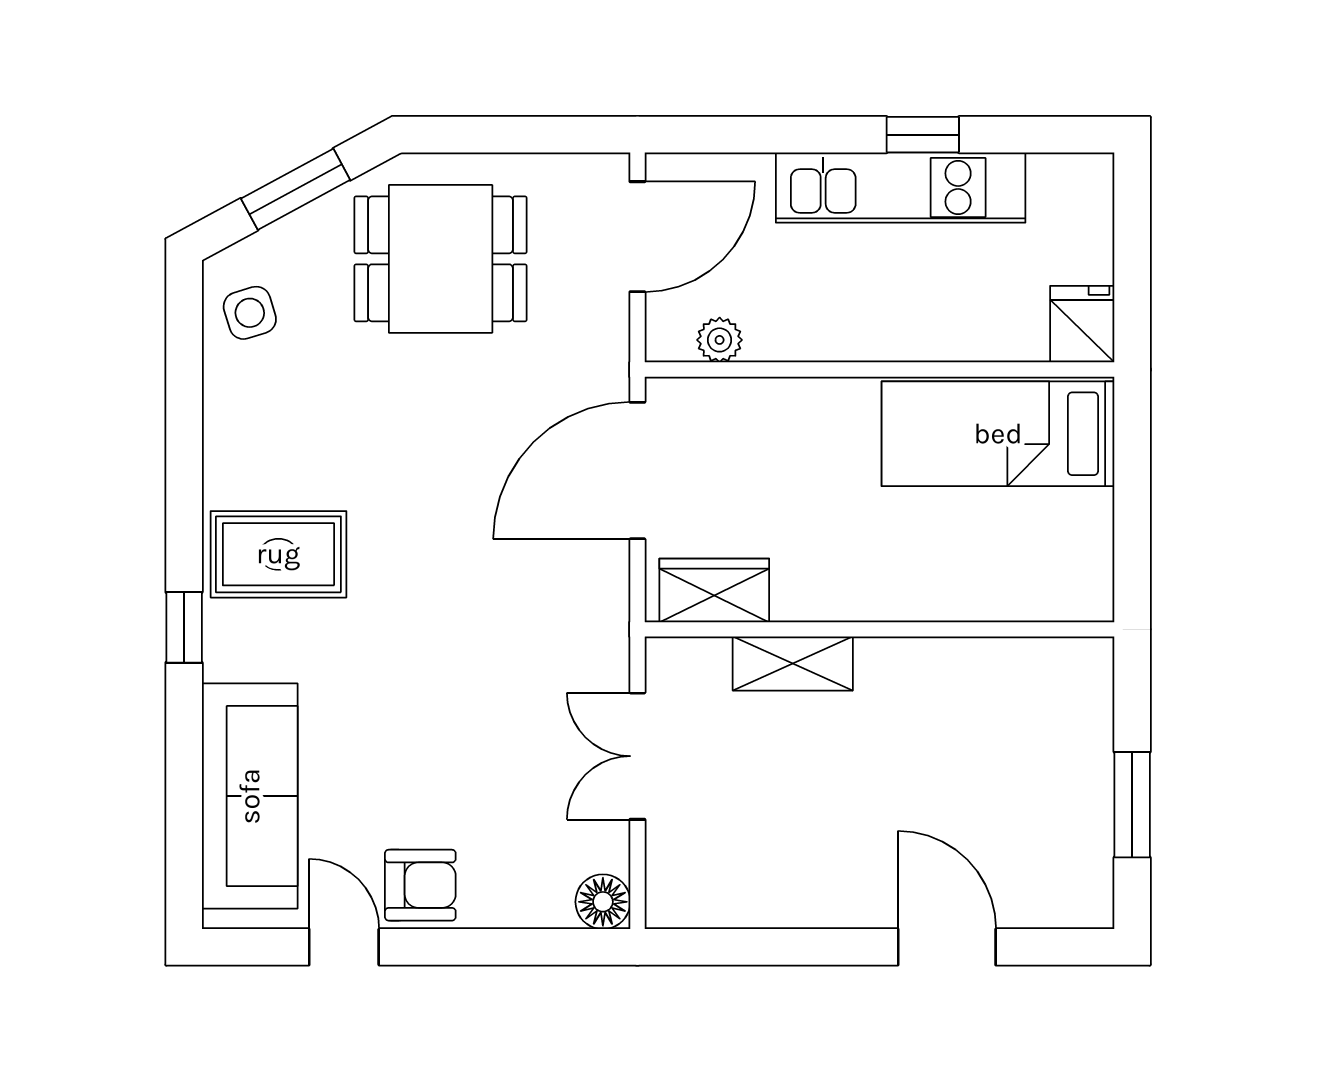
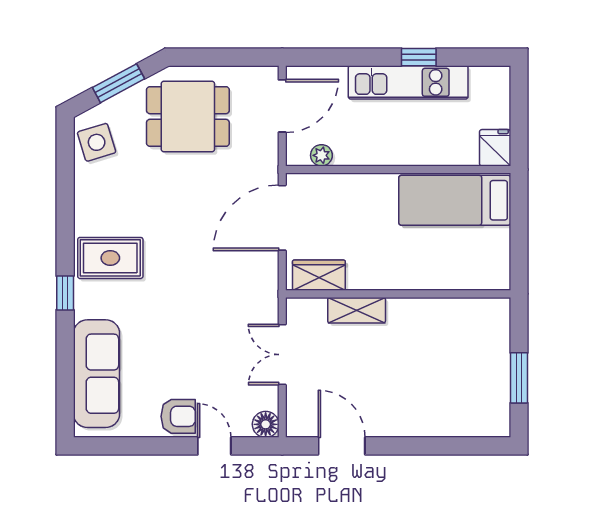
side table: (250, 313) -> (97, 142), width x1.37, depth x1.37
door: (344, 947) -> (214, 446), moved
door: (947, 947) -> (342, 446), moved

